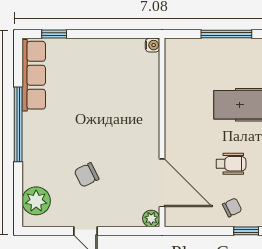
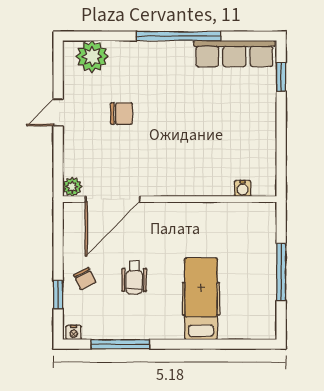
water cooler: (153, 45) -> (243, 188), moved
chair: (86, 175) -> (122, 114), turned 116

